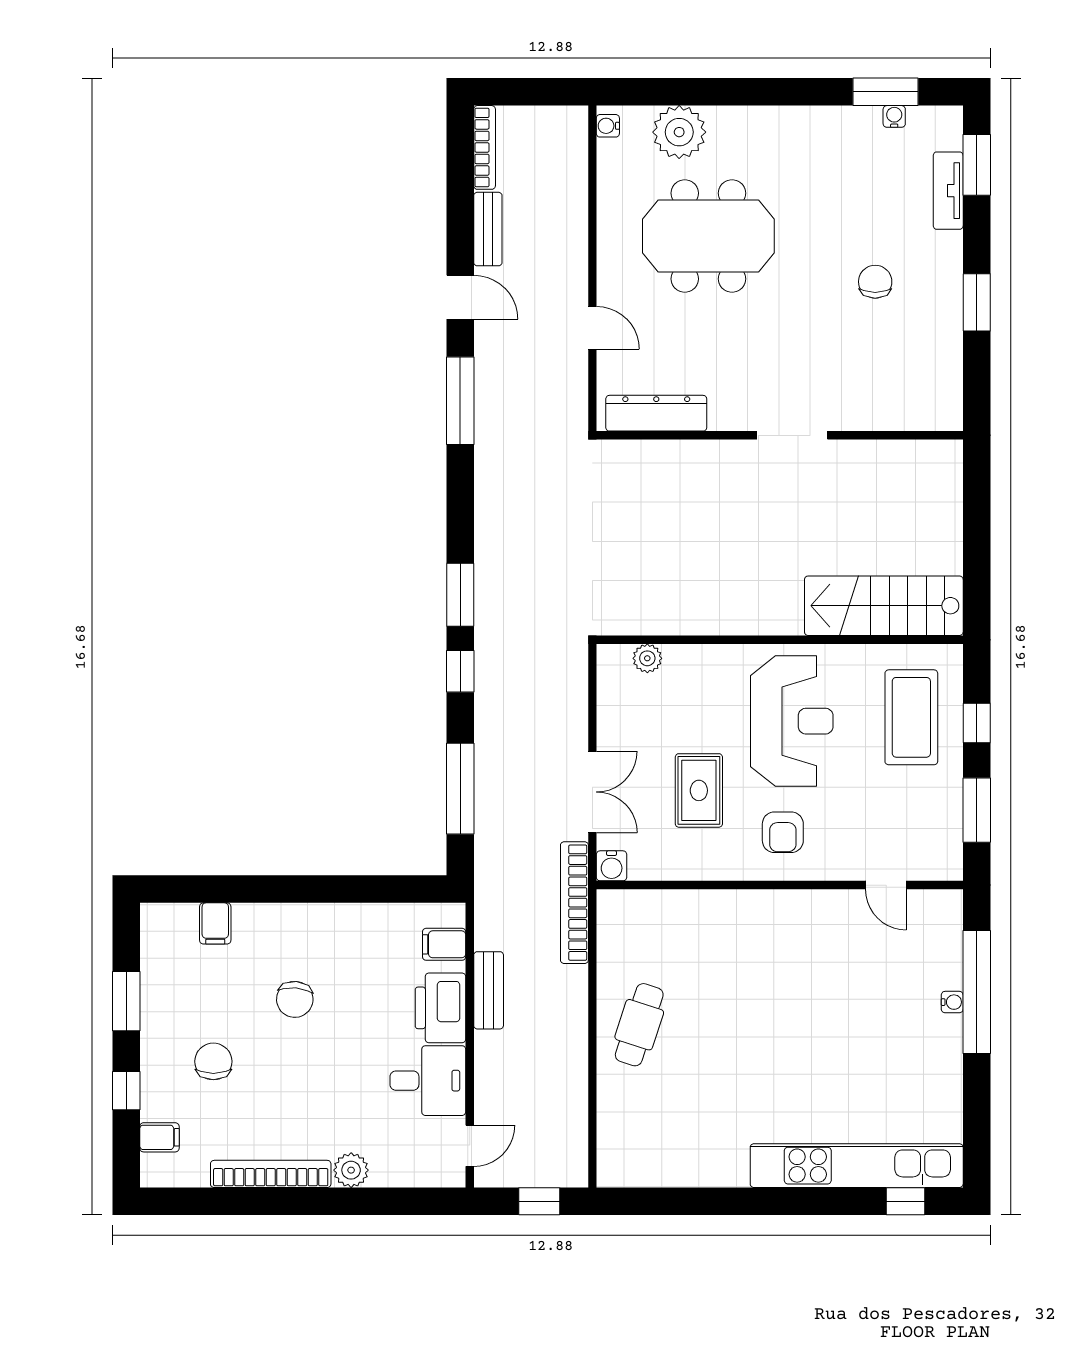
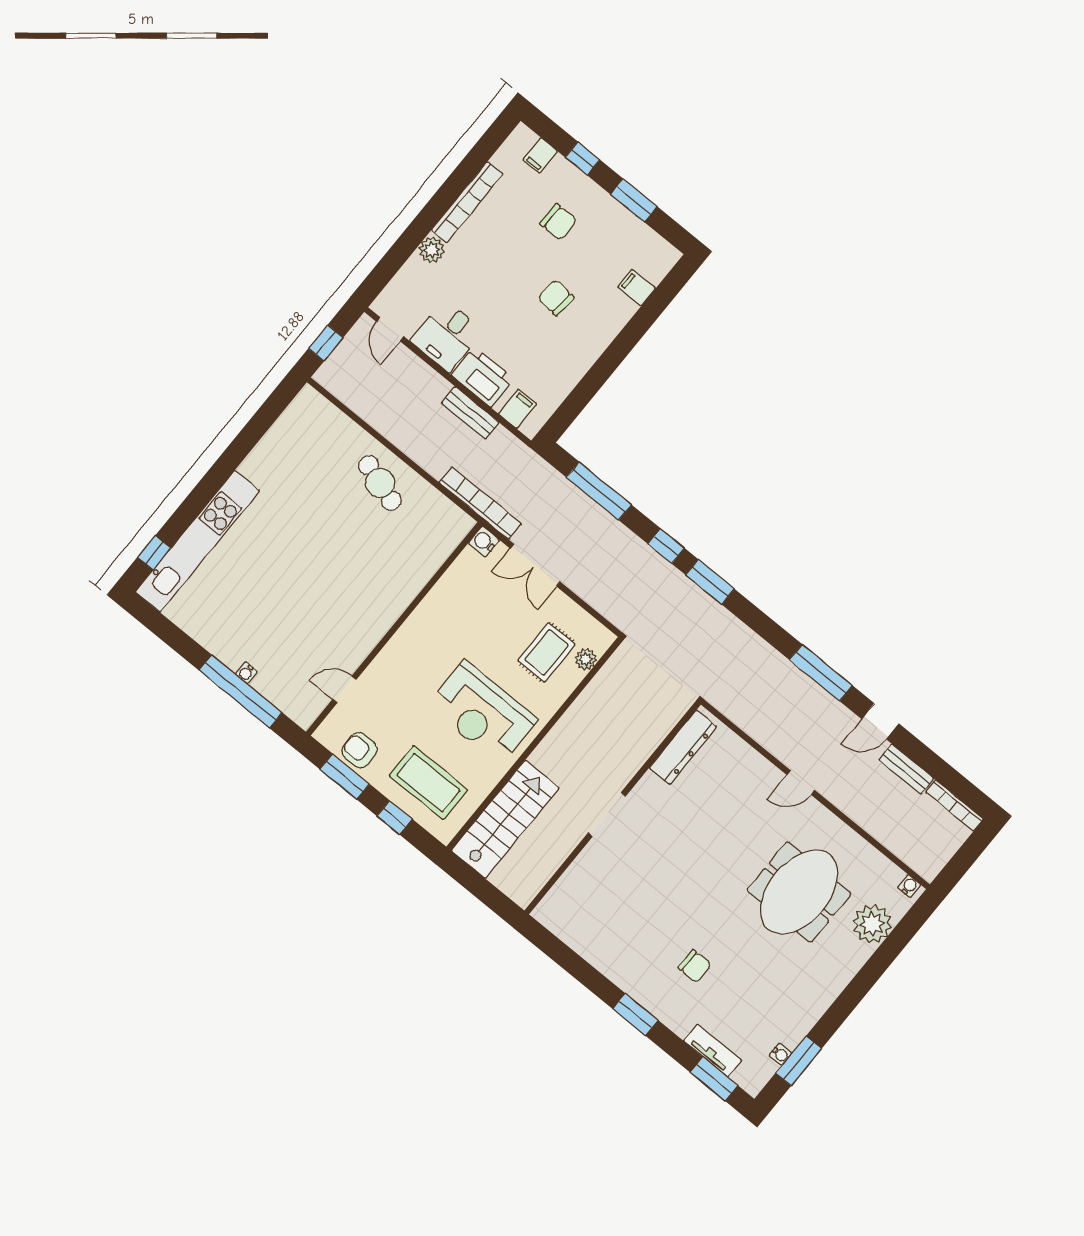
dresser: (656, 413) -> (683, 747), moved
wall: (780, 435) -> (612, 808), moved
doorway: (792, 435) -> (607, 815), moved
rug: (699, 790) -> (547, 652), moved, turned 90
armchair: (783, 832) -> (360, 750), moved

